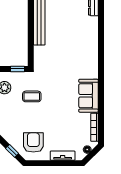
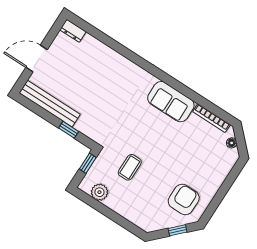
window: (31, 44) -> (69, 130), added
armchair: (33, 142) -> (184, 199), turned 90
tv unit: (63, 156) -> (220, 176), removed

